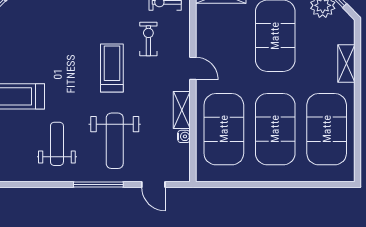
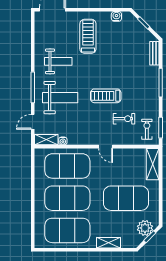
treadmill: (112, 68) -> (106, 96), turned 180
door: (193, 68) -> (106, 147), hinge flipped
shelving: (182, 110) -> (46, 140), moved
weight bench: (115, 141) -> (60, 98), turned 180

